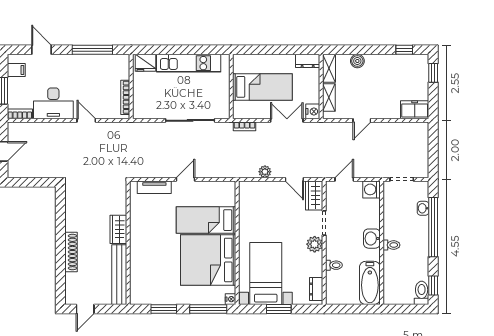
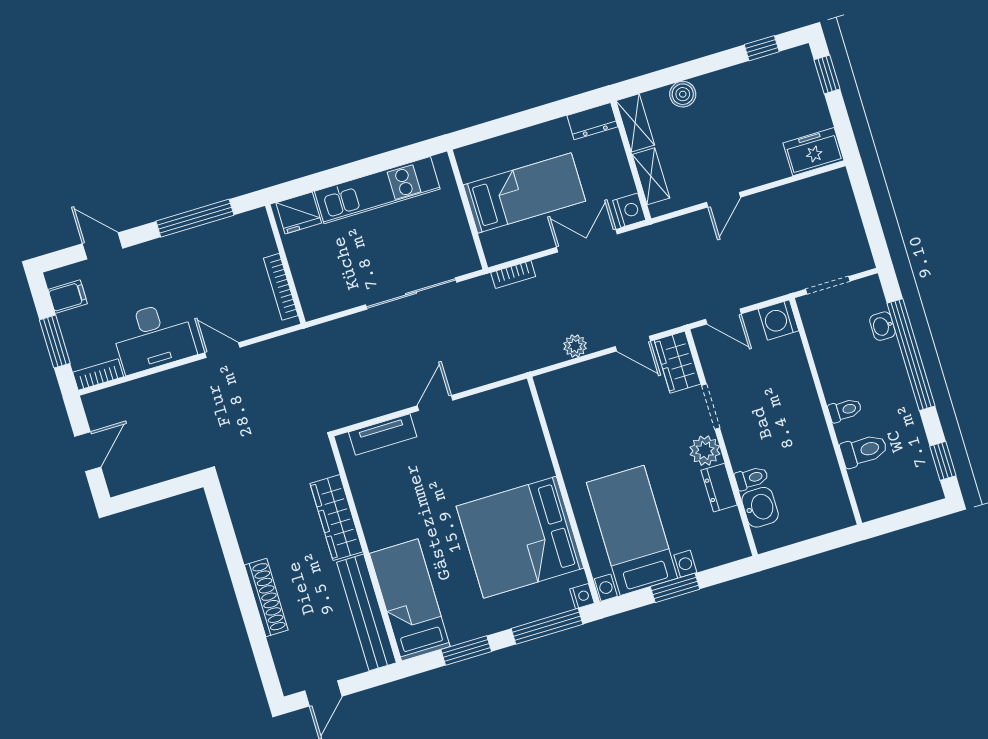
door: (344, 179) -> (723, 317), swing flipped
bed: (206, 220) -> (410, 600), moved, turned 90
wardrobe: (118, 229) -> (336, 518), width x1.50
washbasin: (372, 239) -> (760, 507), moved, turned 180
bathtub: (370, 283) -> (826, 491), removed
dresser: (316, 289) -> (719, 488), moved
toilet: (422, 293) -> (864, 450), moved, turned 90

